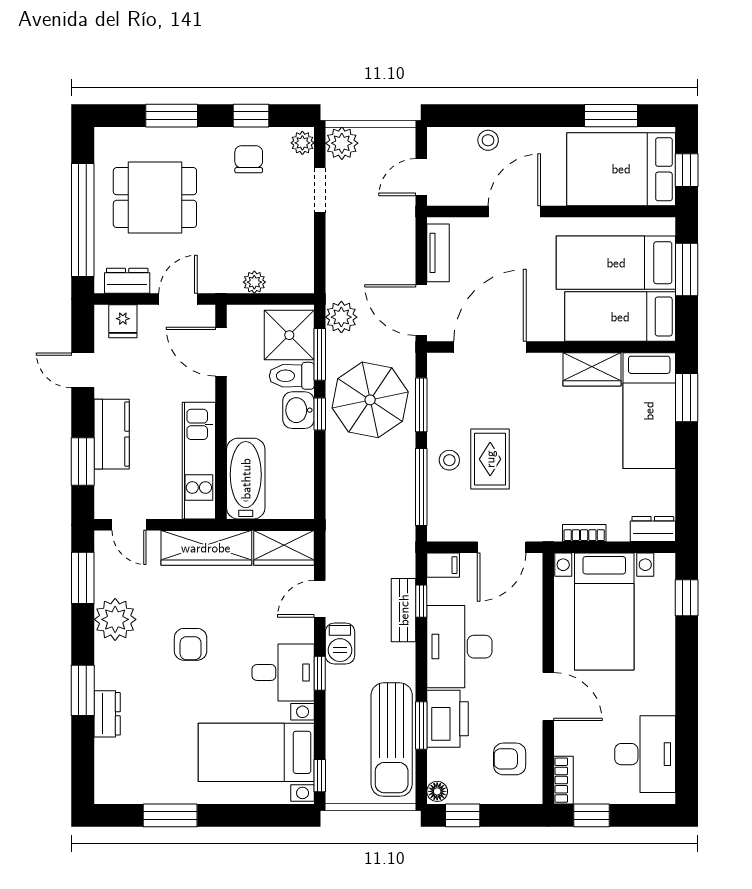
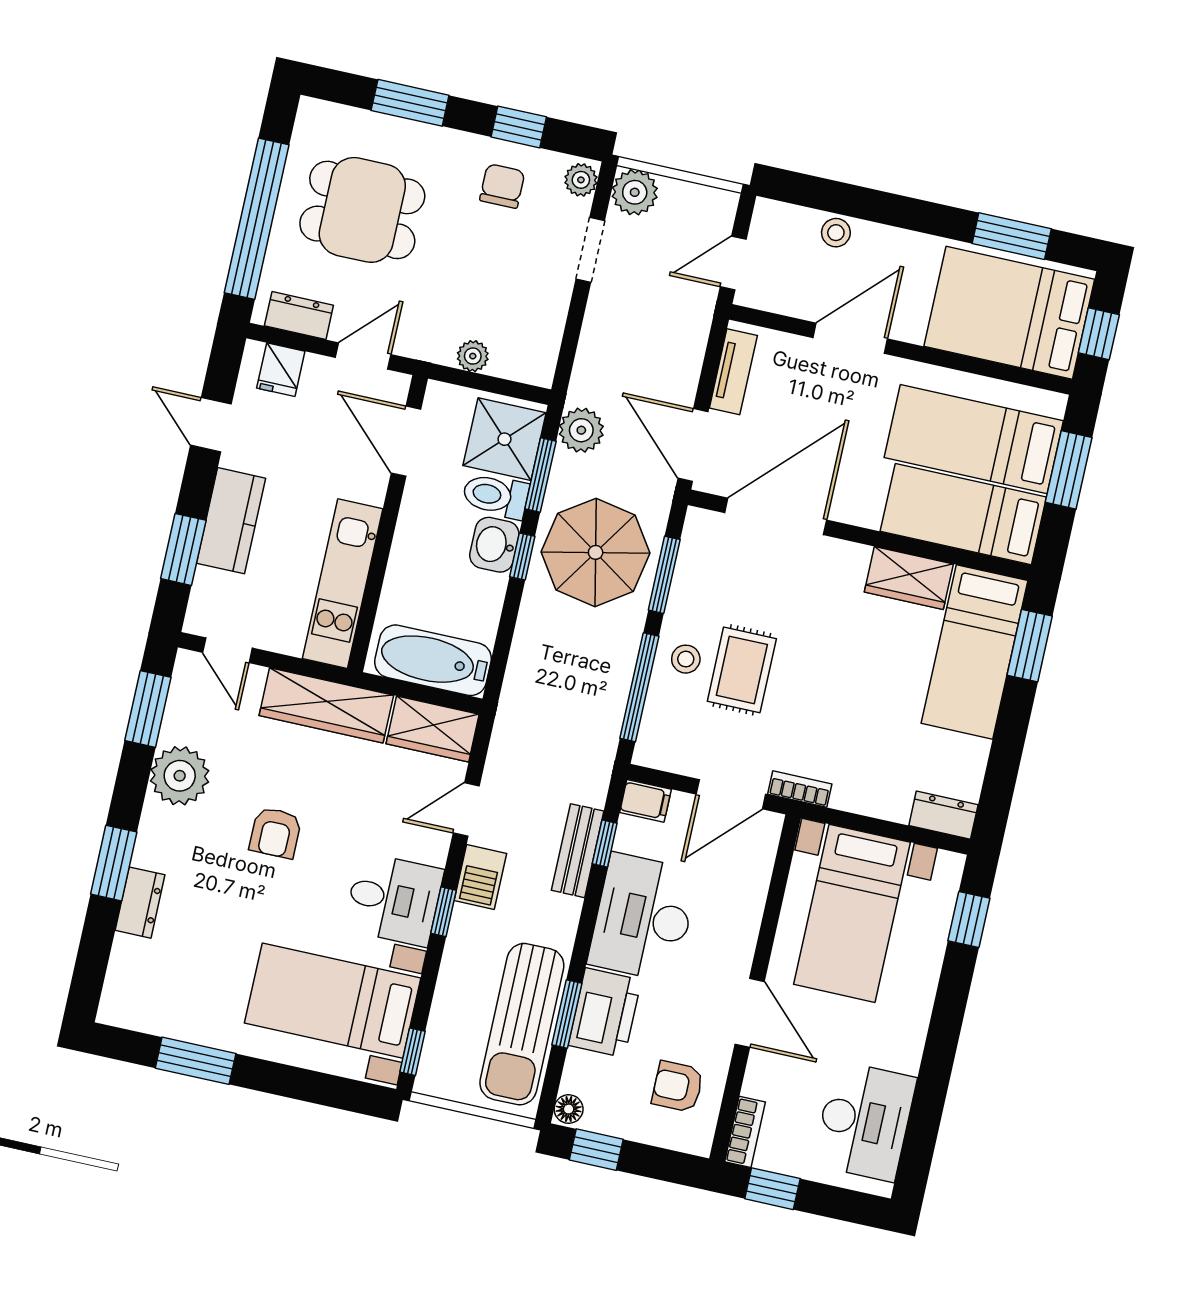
bathtub: (246, 479) -> (433, 660), moved, turned -90
bookcase: (584, 533) -> (800, 789), moved

